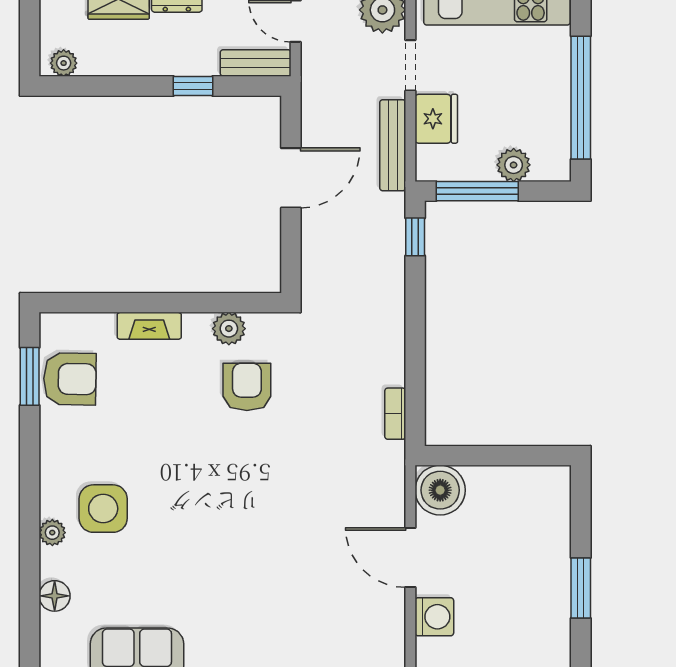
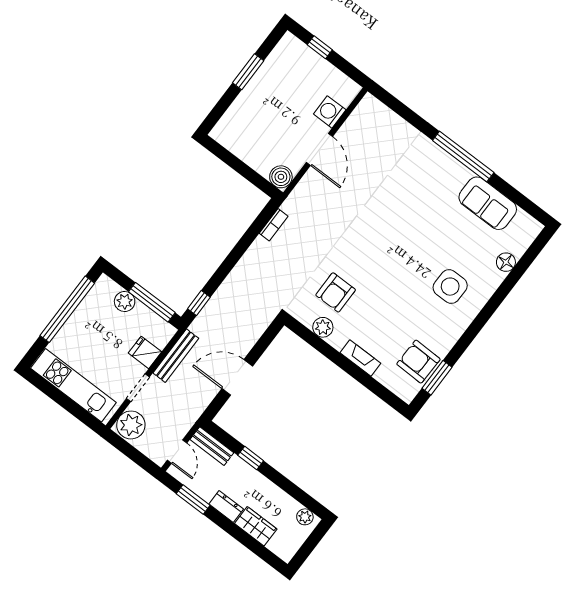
fridge: (436, 119) -> (145, 352), width x0.72
boiler: (440, 490) -> (281, 177), width x0.73, depth x0.73
plant: (52, 533) -> (484, 294), removed

